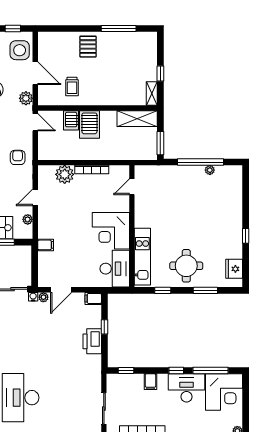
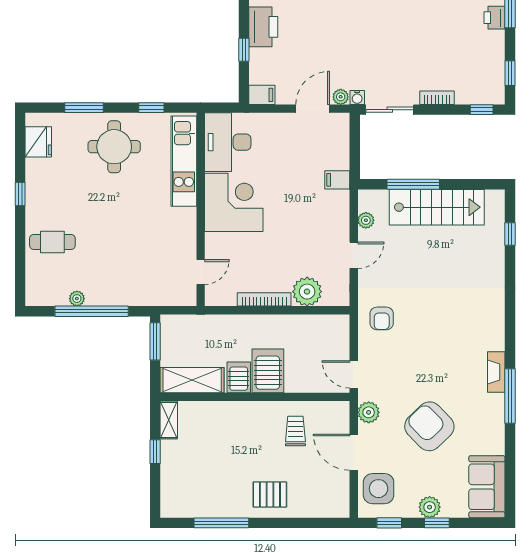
pallet: (88, 47) -> (270, 494), turned 90
server rack: (71, 120) -> (239, 377), moved
cafe table: (225, 206) -> (52, 242), added

